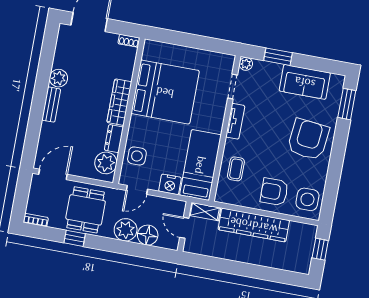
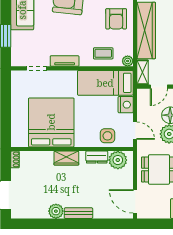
plant: (246, 64) -> (128, 61), moved
wardrobe: (119, 102) -> (66, 158), width x0.67

